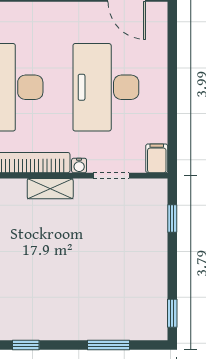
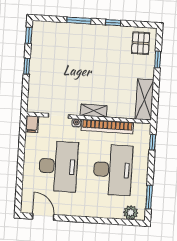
window: (172, 218) -> (27, 66), moved
window: (108, 345) -> (79, 20), moved

